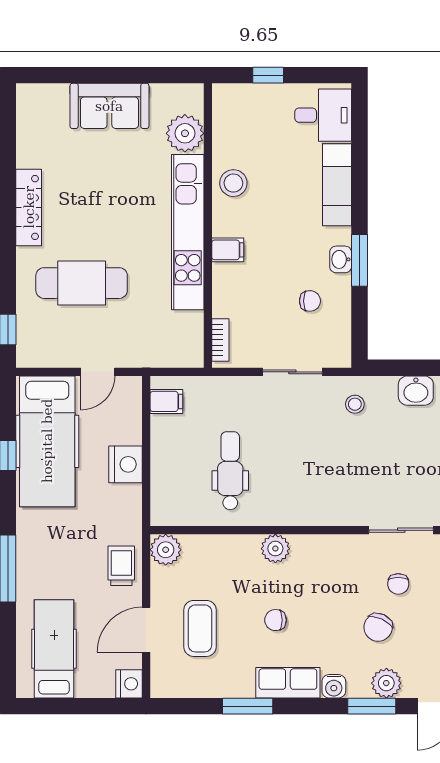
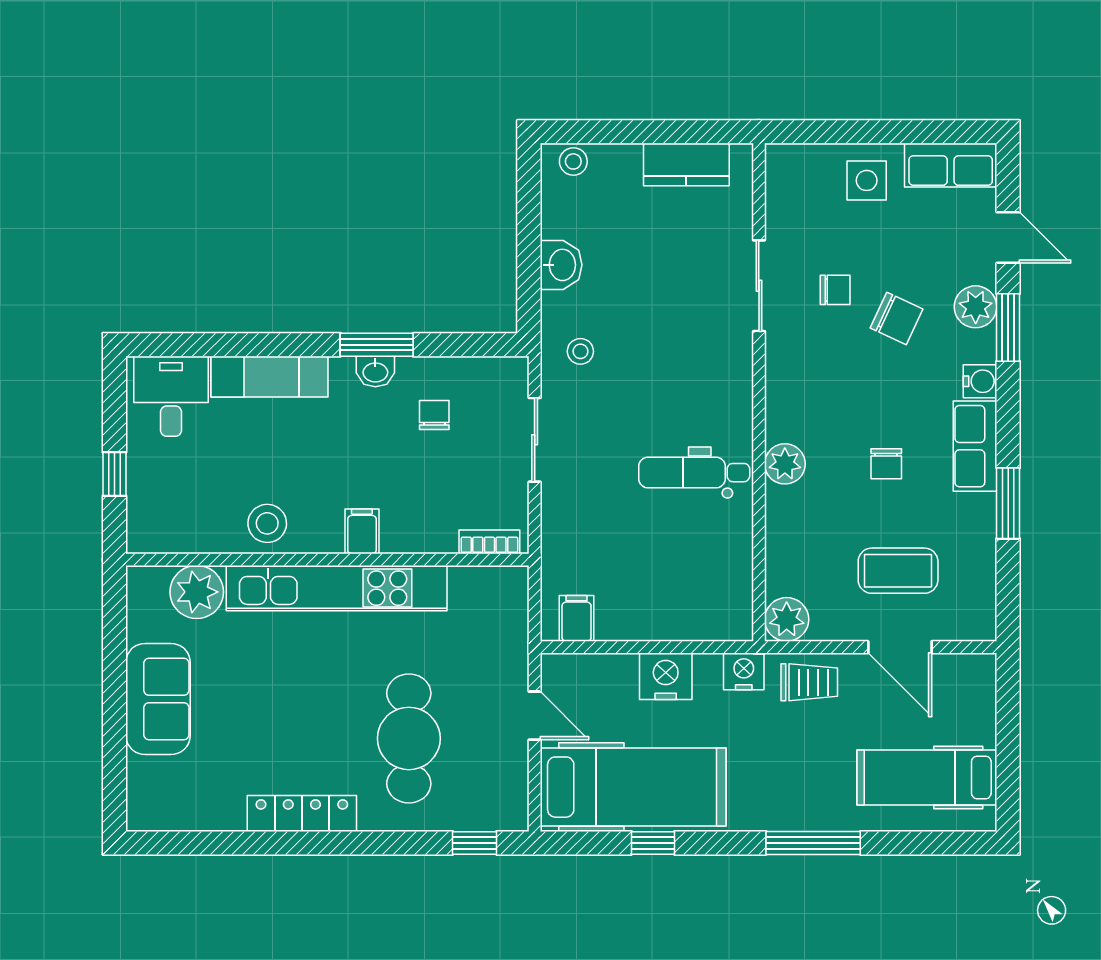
dental chair: (230, 471) -> (694, 473), moved
trolley: (121, 566) -> (809, 682), turned 180
nightstand: (129, 684) -> (744, 671), moved

